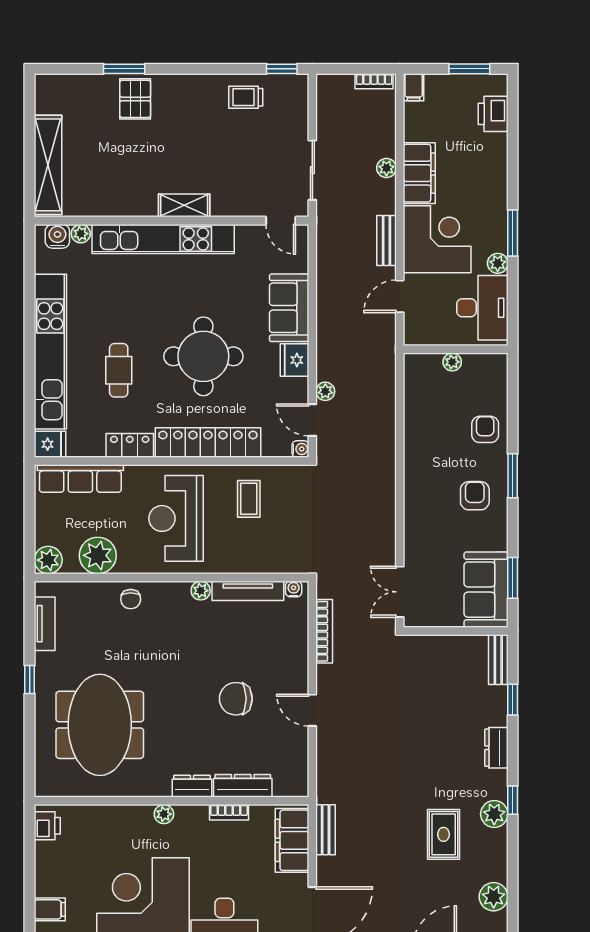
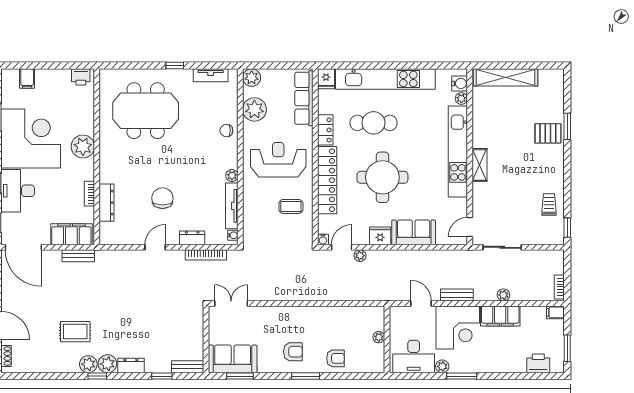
cafe table: (119, 370) -> (374, 123), width x1.37, depth x1.35
dresser: (192, 786) -> (192, 238), moved, turned -90
plant: (164, 814) -> (83, 147), width x1.88, depth x1.88
plant: (494, 897) -> (107, 364), moved

